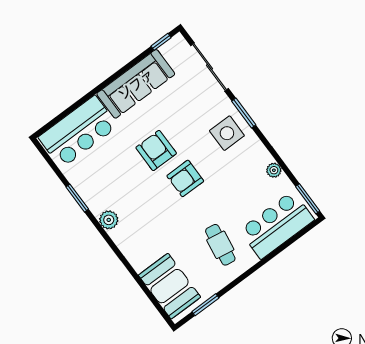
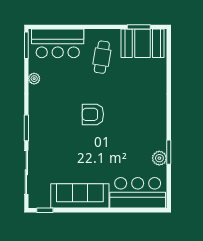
side table: (227, 133) -> (46, 123), removed
armchair: (156, 150) -> (98, 145), removed
armchair: (185, 178) -> (93, 114), turned 180
plant: (109, 220) -> (159, 158), moved
booth: (170, 286) -> (142, 43), moved, turned 90

